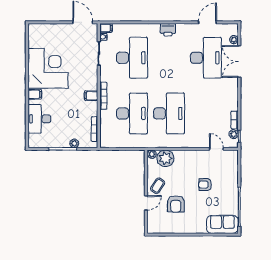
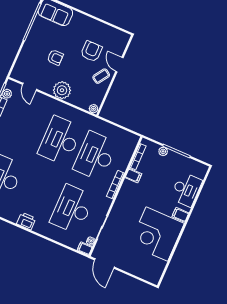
filing cabinet: (91, 96) -> (133, 176), moved
plant: (165, 158) -> (62, 90), moved
door: (146, 203) -> (119, 65), hinge flipped

